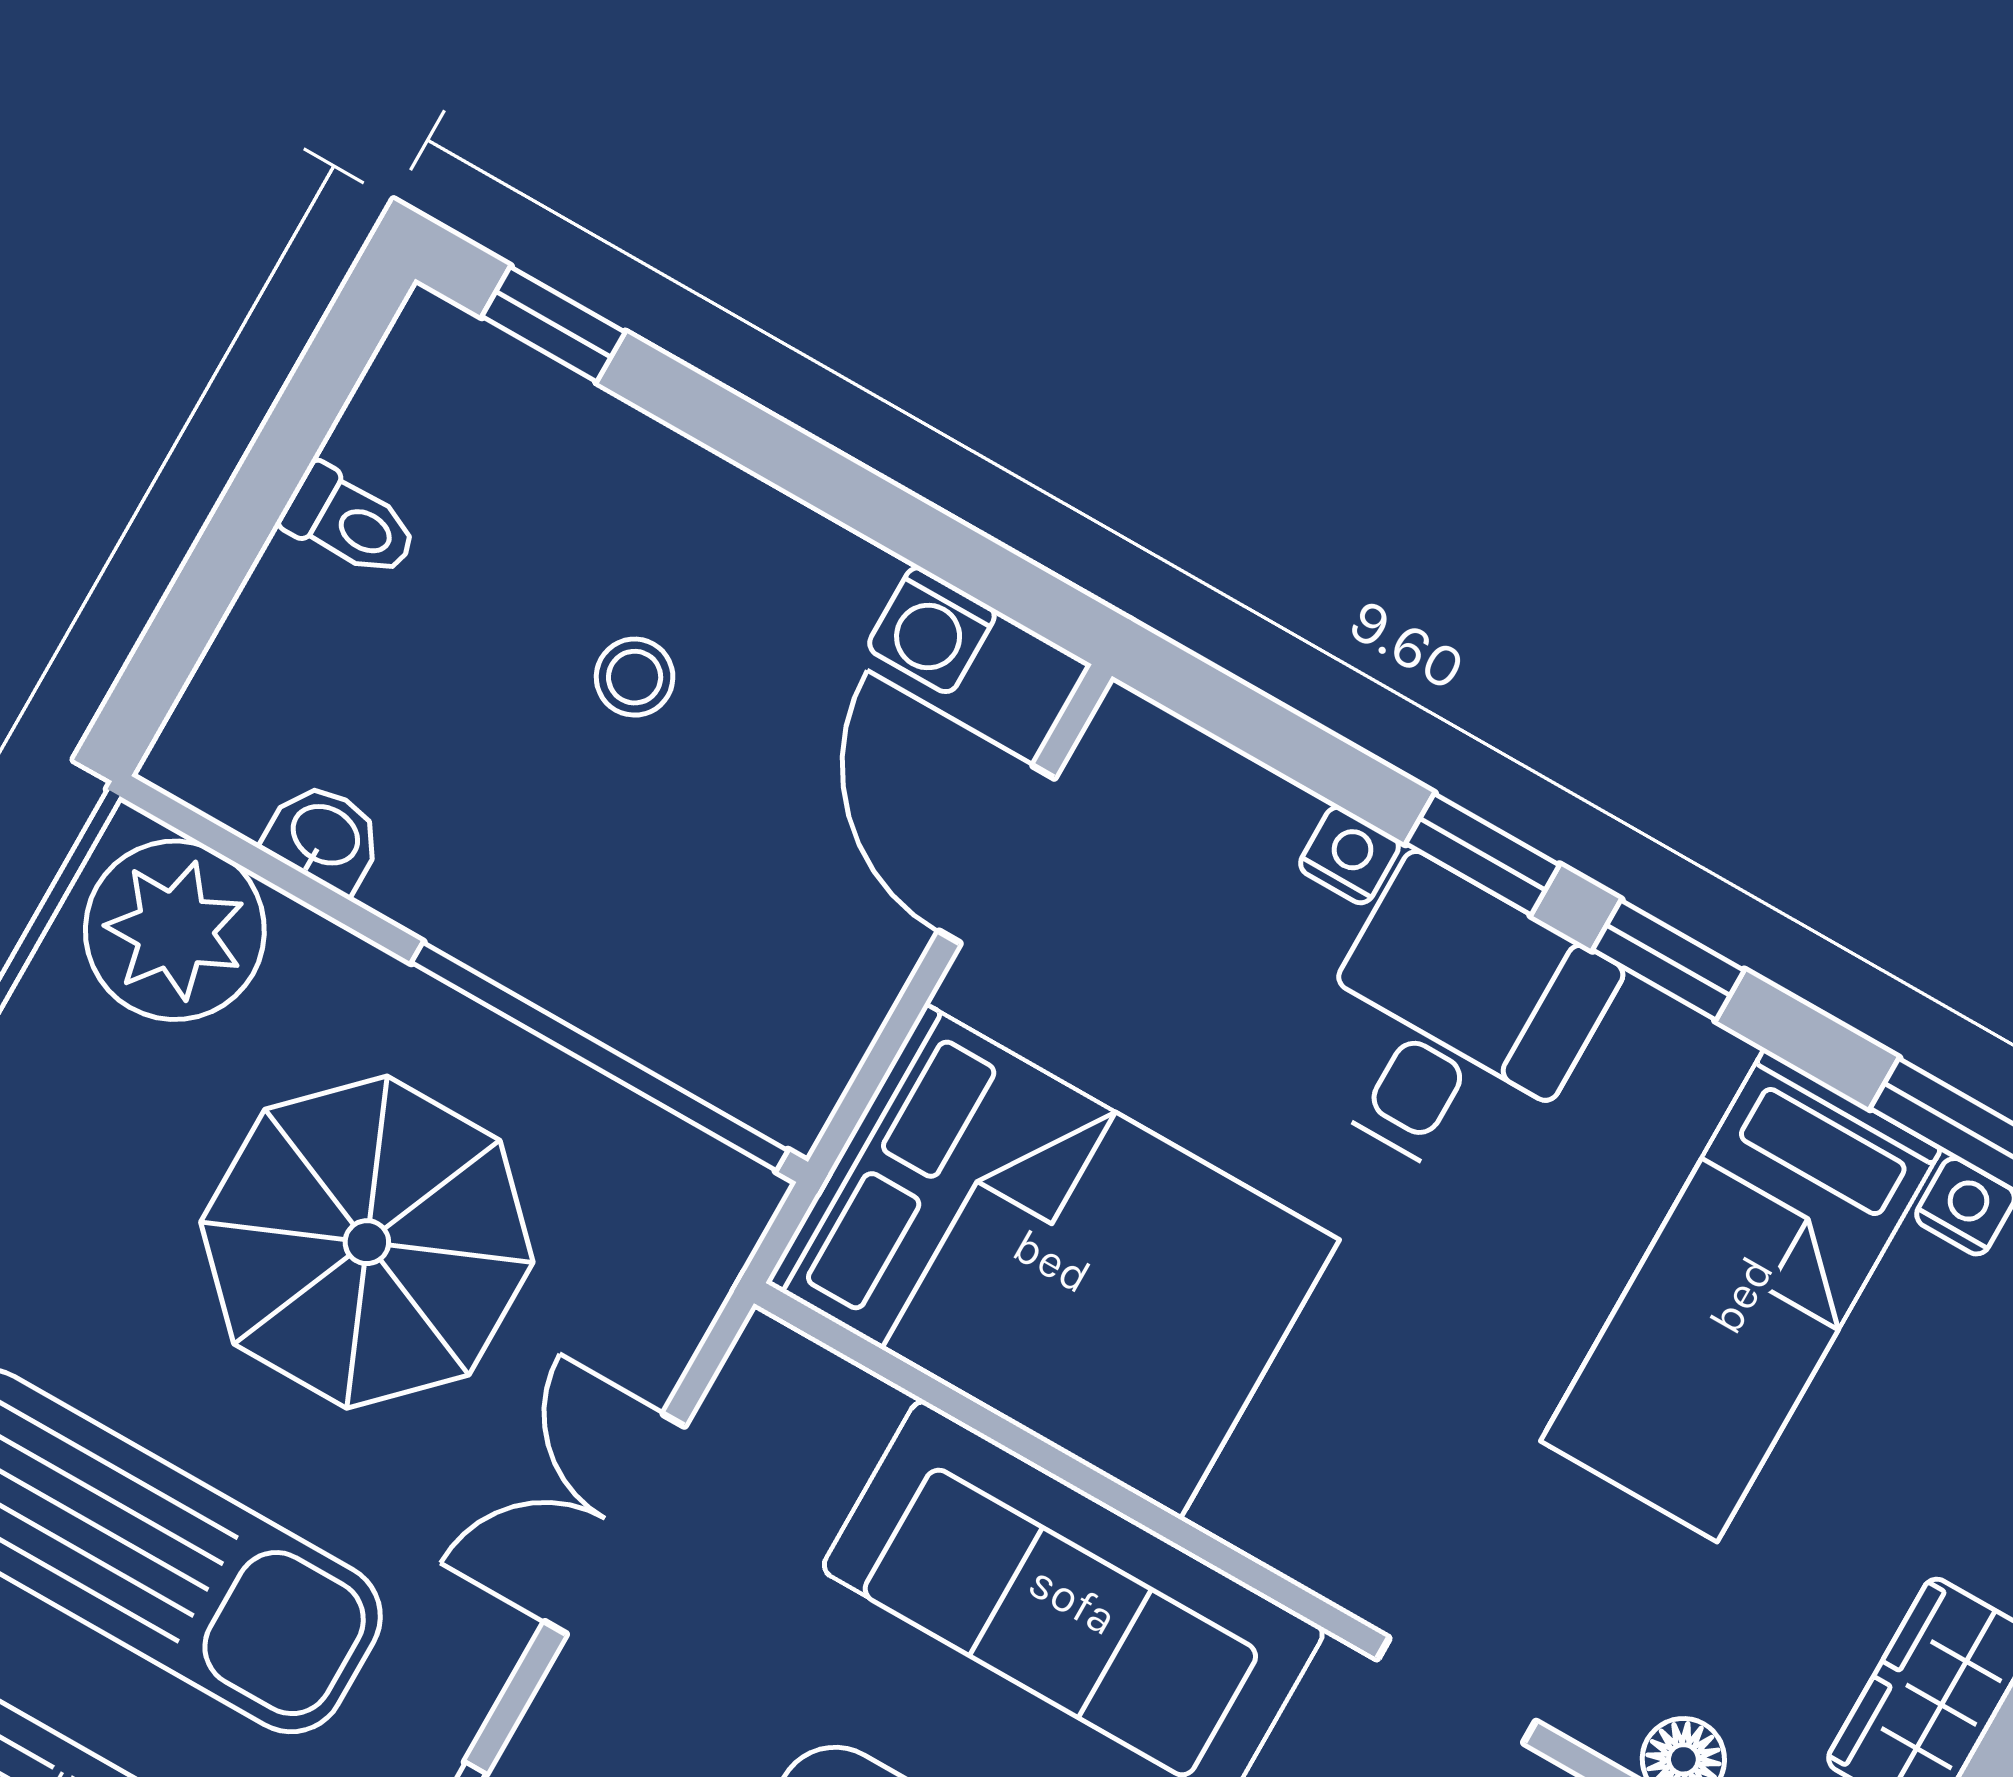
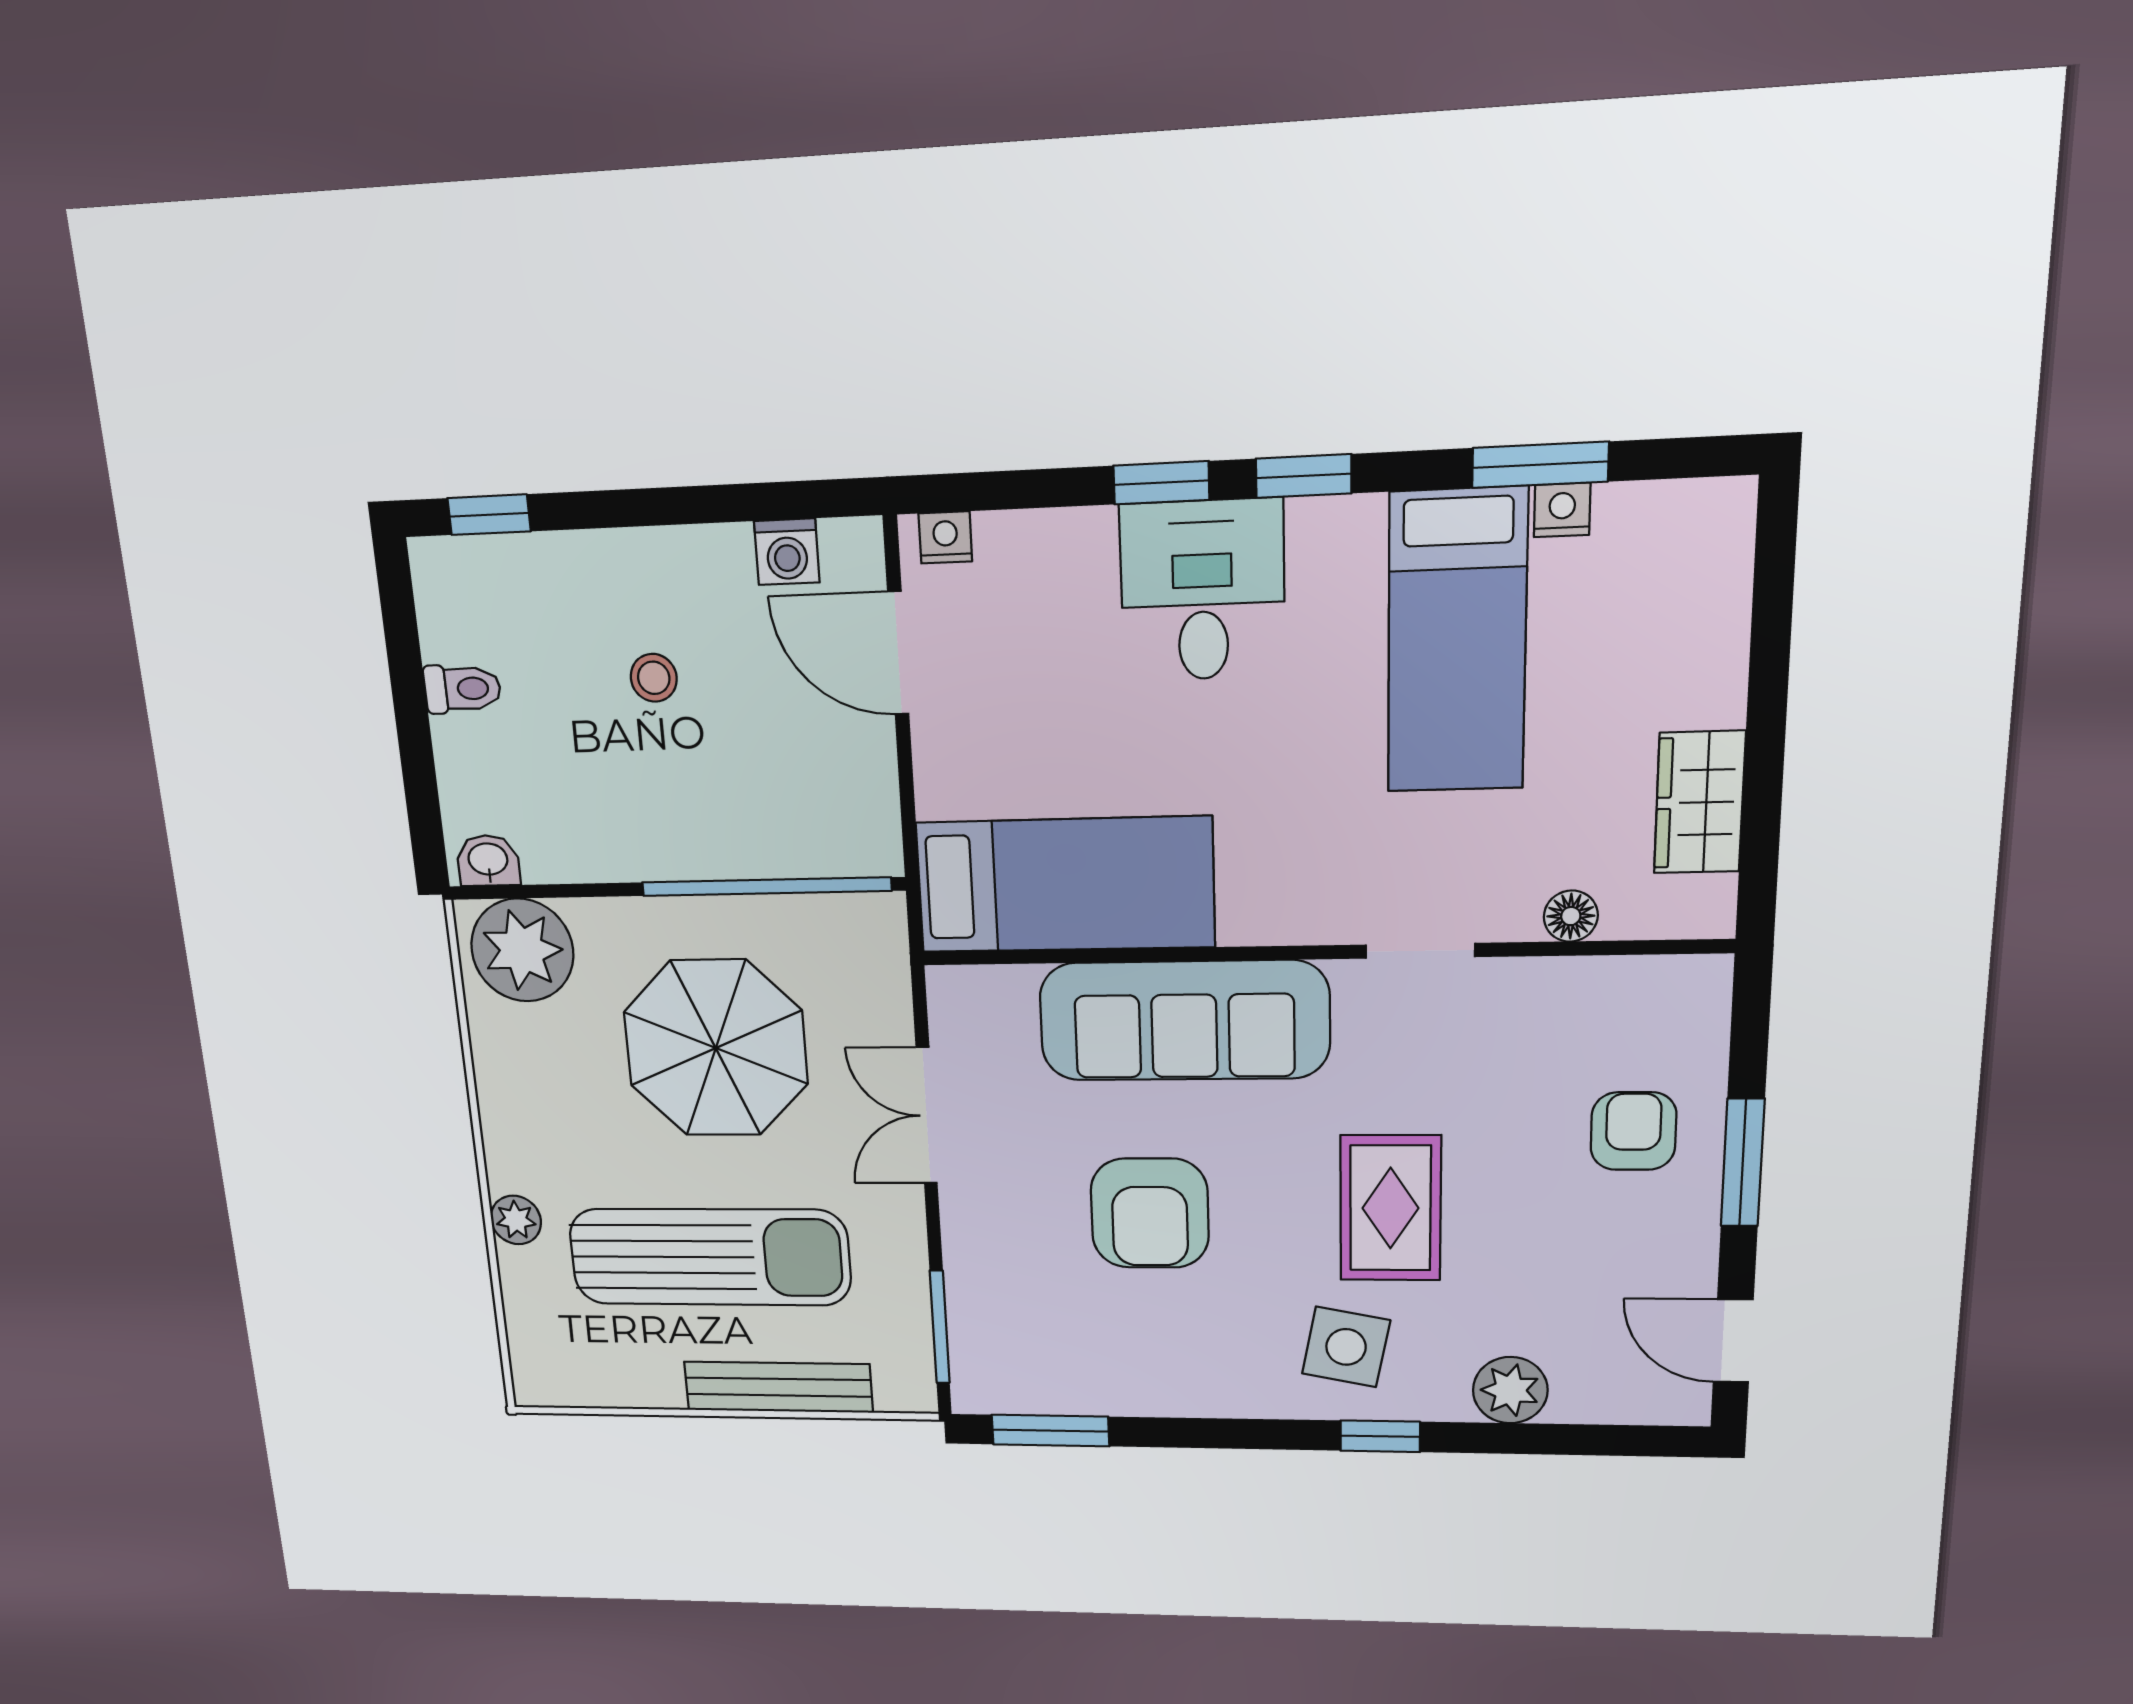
washbasin: (324, 837) -> (488, 861), moved
nightstand: (1350, 855) -> (945, 537), moved
bed: (1052, 1261) -> (1065, 885), width x0.67

